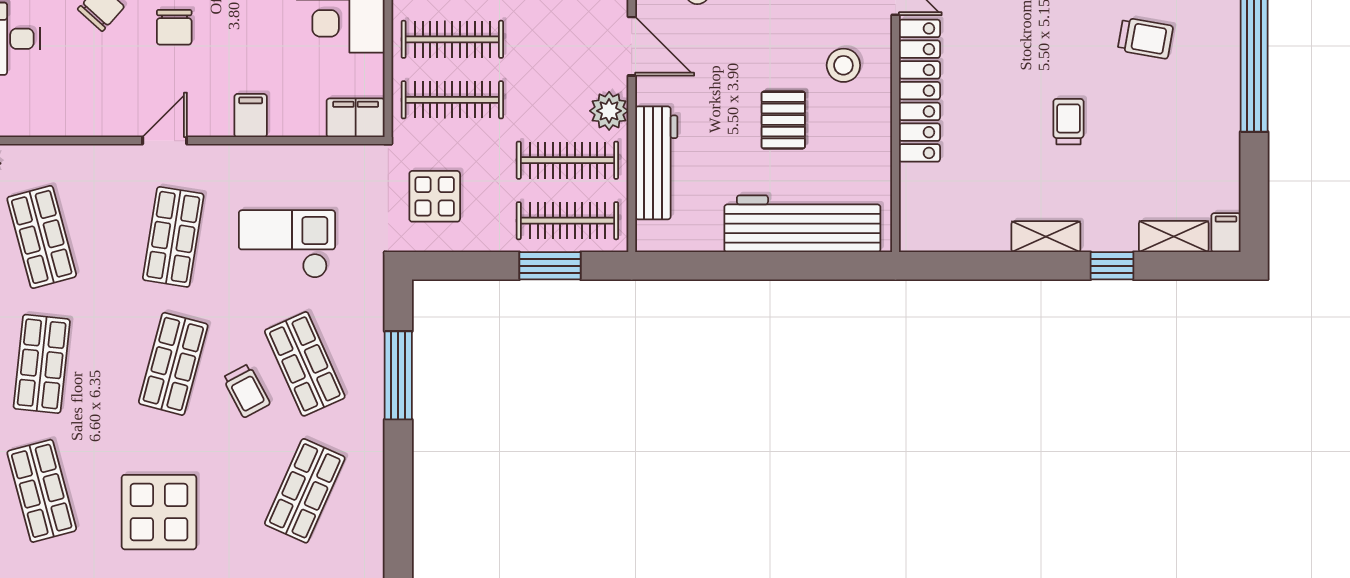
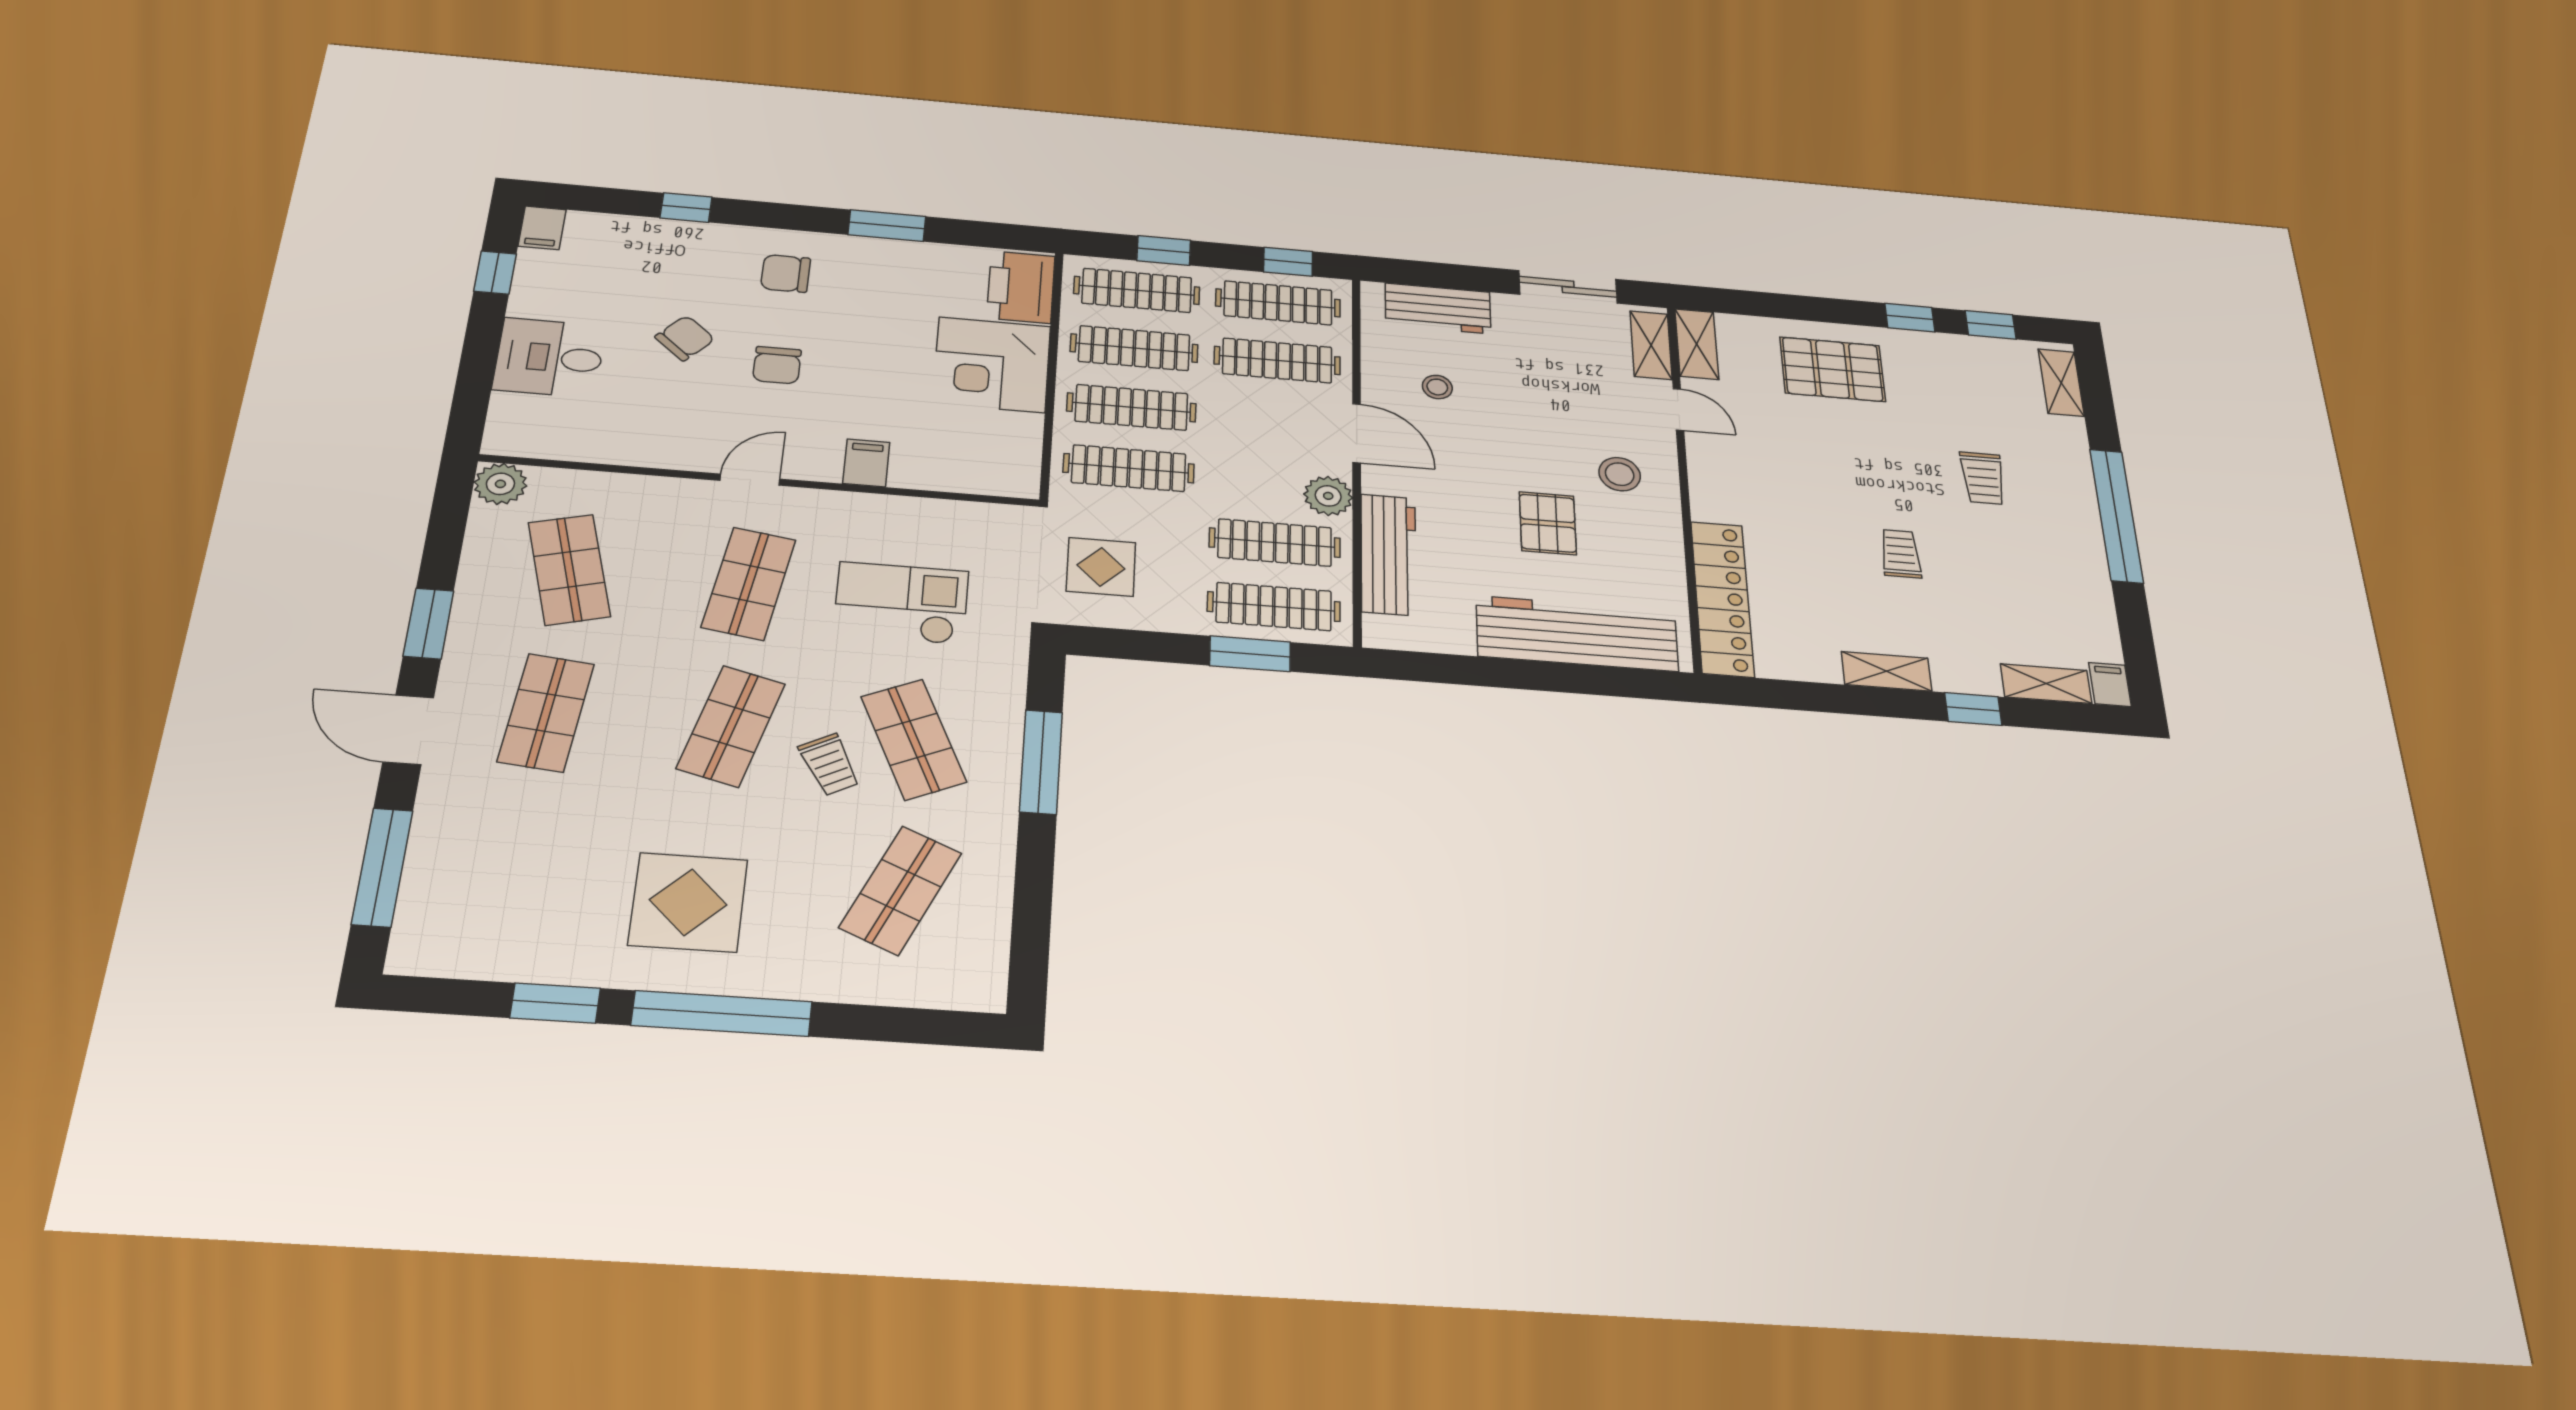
trolley: (1145, 38) -> (1983, 478), turned 80
locker: (919, 91) -> (1722, 599), moved
filing cabinet: (356, 118) -> (1003, 476), removed
shop shelf: (42, 491) -> (521, 865), removed

